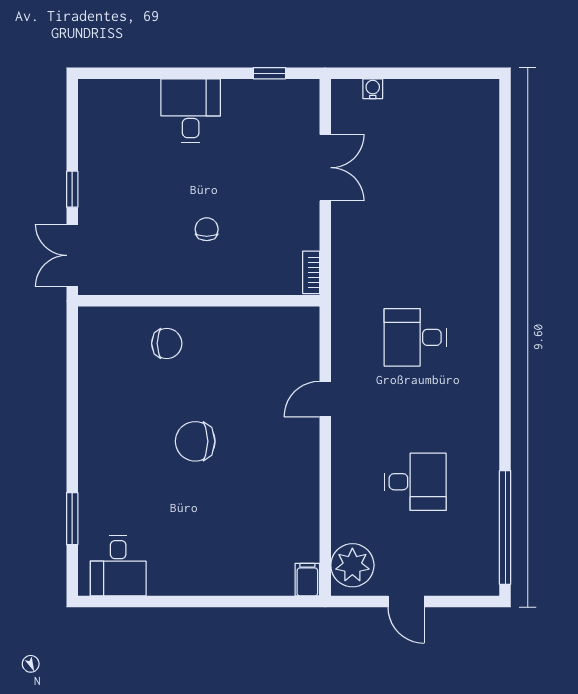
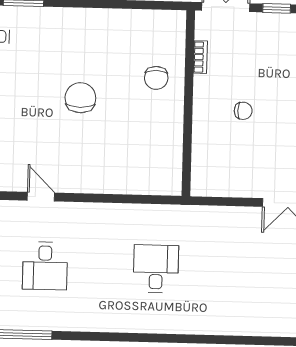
bookcase: (311, 272) -> (200, 57), moved, turned 90
door: (325, 399) -> (41, 197), moved

